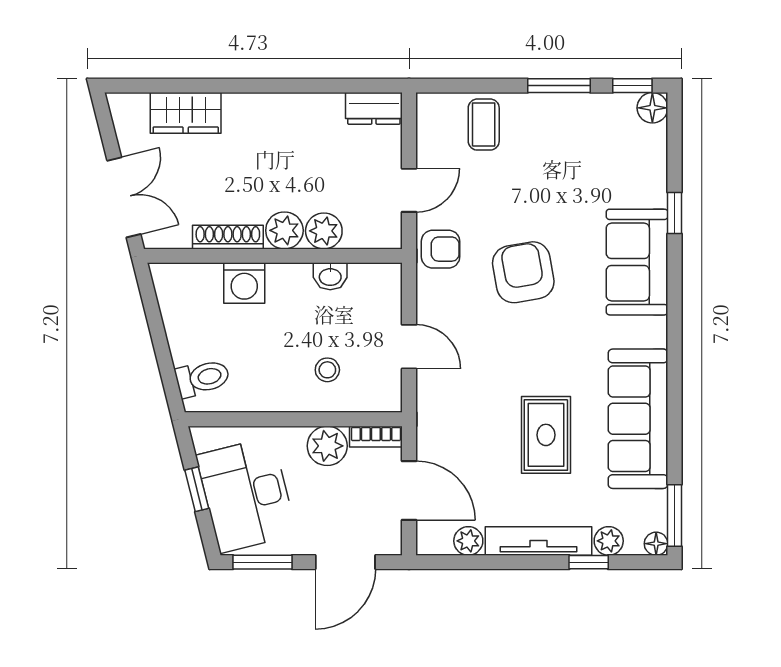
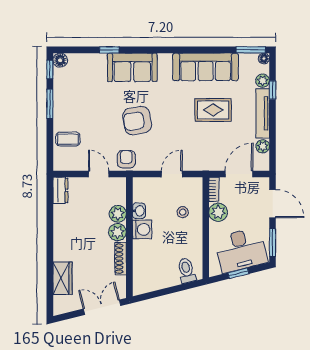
washing machine: (244, 283) -> (142, 229), moved

